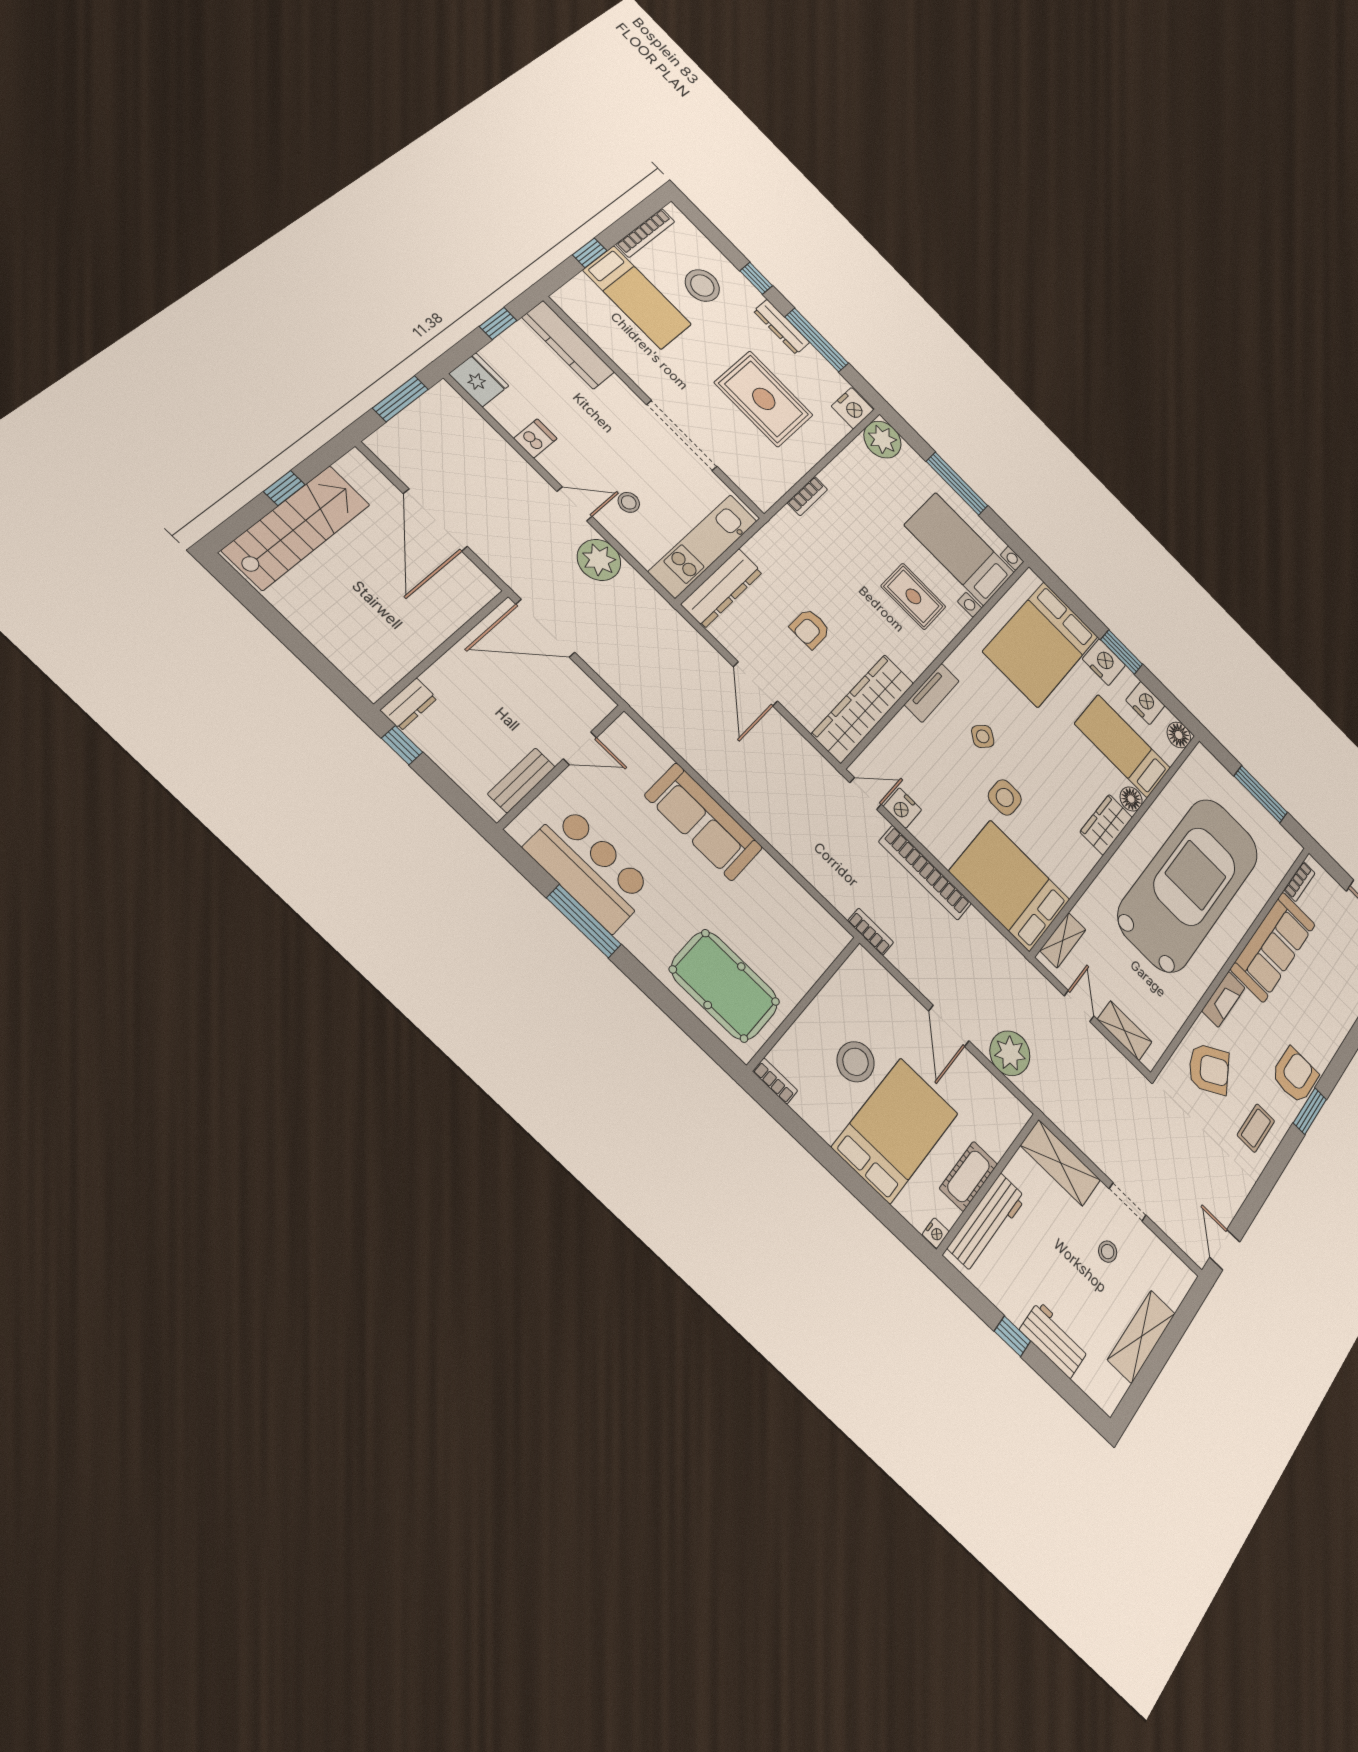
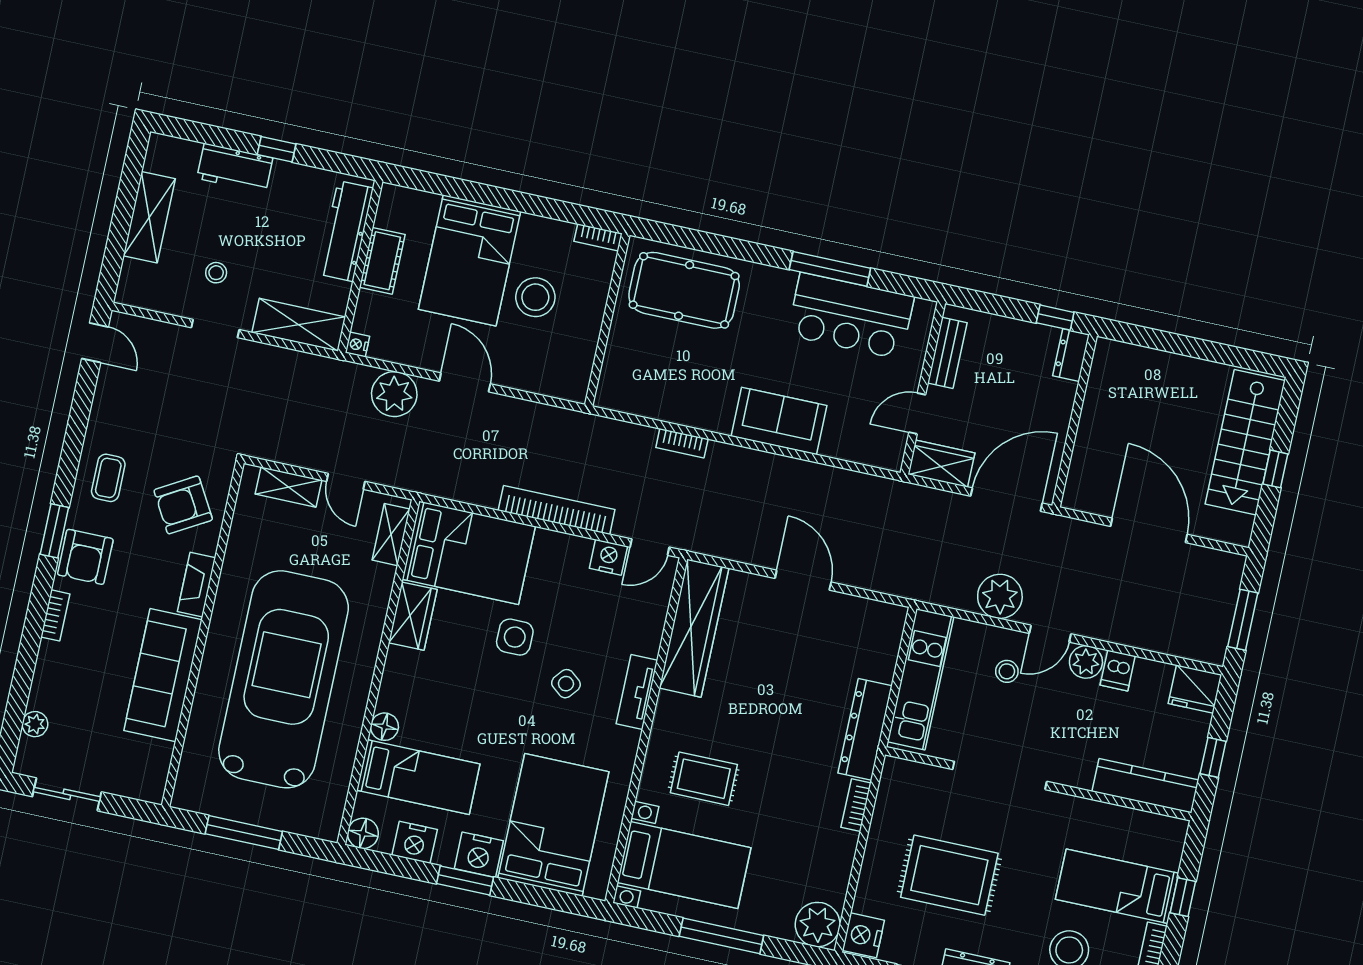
plant: (558, 463) -> (1086, 662), added
dresser: (722, 588) -> (865, 729), moved
armchair: (810, 628) -> (783, 671), removed
wardrobe: (584, 694) -> (941, 464), added
sofa: (704, 822) -> (779, 421), width x0.73
wardrobe: (1106, 825) -> (413, 616), moved
bookcase: (1299, 881) -> (55, 615), moved, turned 180
car: (1189, 884) -> (284, 679), turned 180
bookcase: (871, 932) -> (682, 443), moved
nightstand: (936, 1233) -> (357, 345), moved

